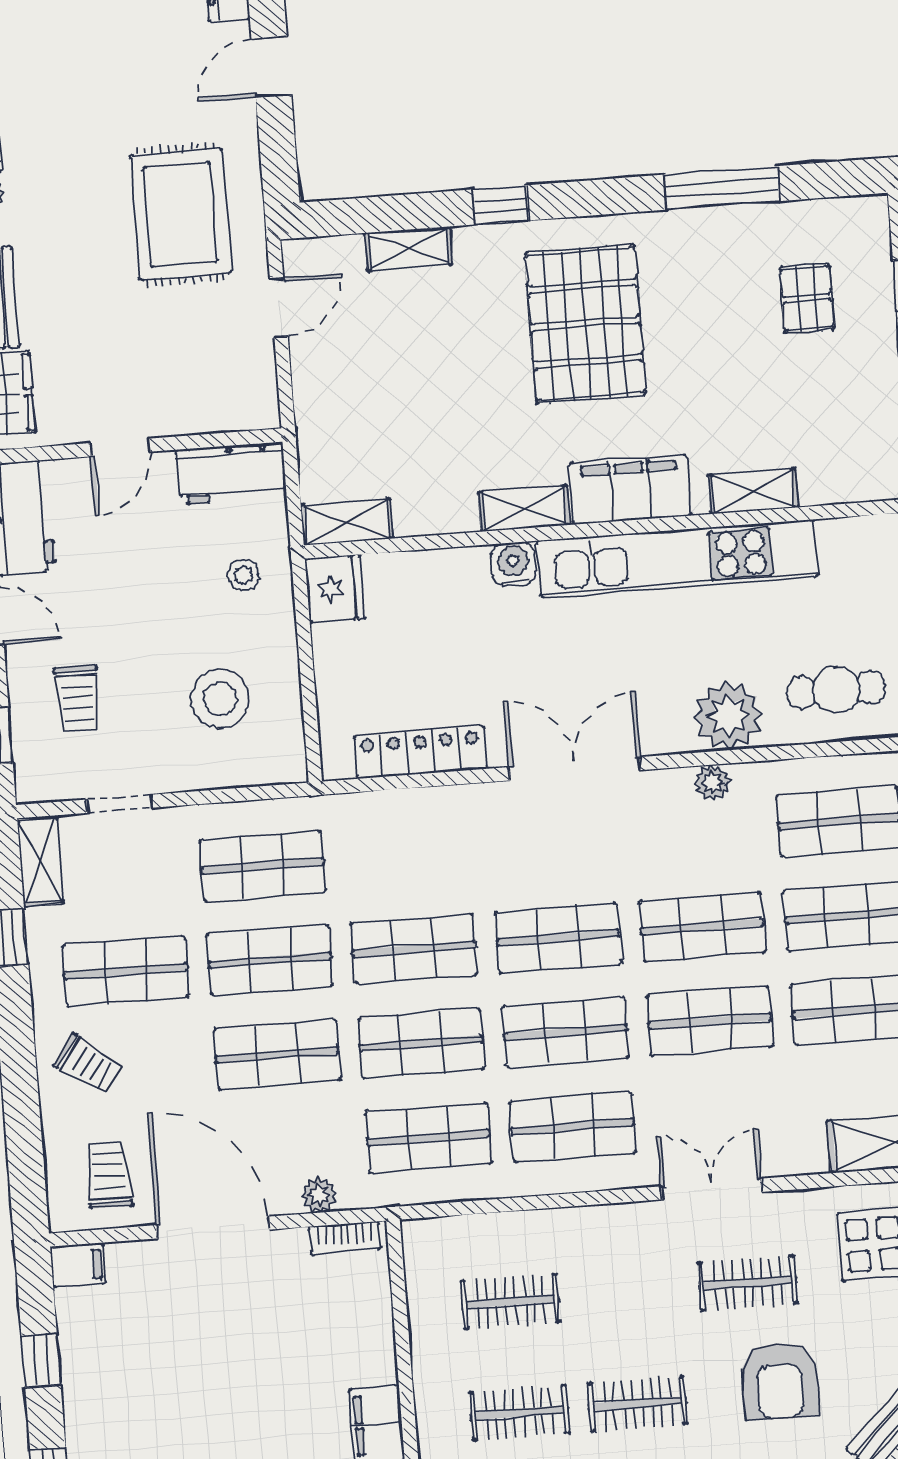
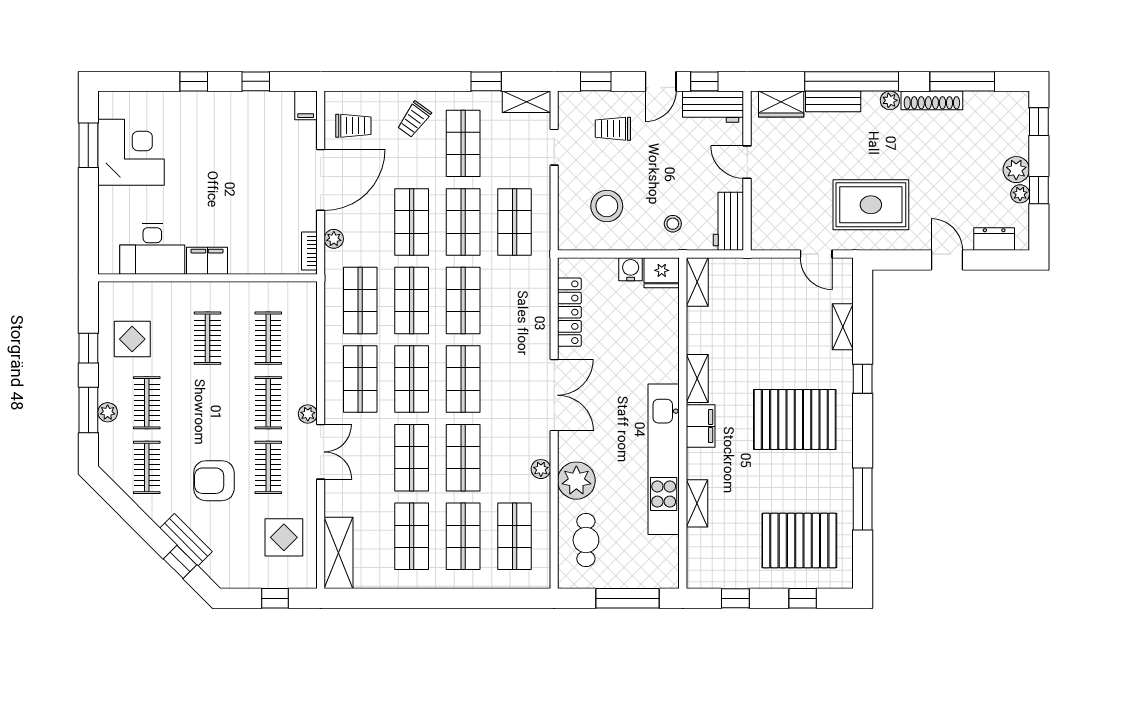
pallet: (807, 298) -> (799, 541), width x2.05, depth x2.00
filing cabinet: (630, 490) -> (701, 426), width x0.67, depth x0.86
water cooler: (513, 564) -> (631, 269), moved, turned -90
plant: (644, 1218) -> (308, 414), added
clothes rail: (638, 1404) -> (268, 403), moved

